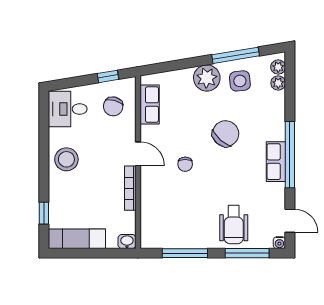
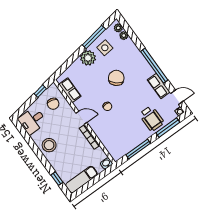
row of seats: (276, 162) -> (159, 86), moved

